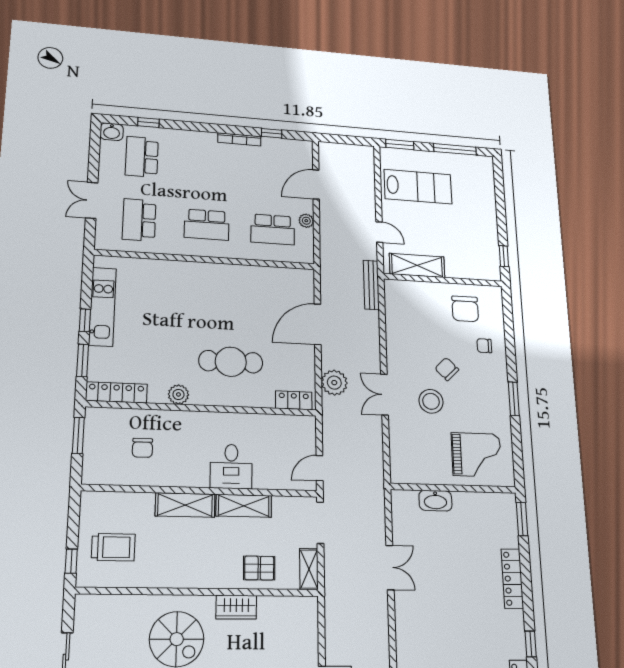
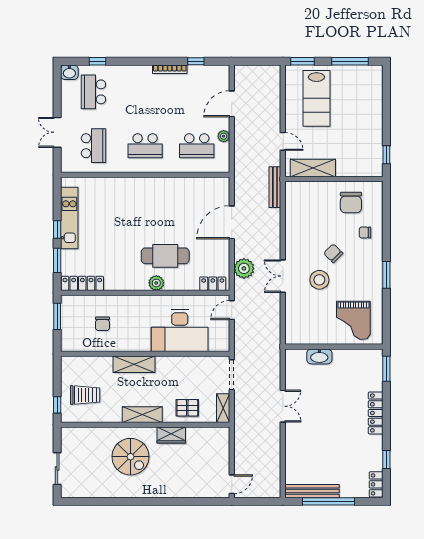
lab bench: (418, 187) -> (316, 98), turned 90
school desk: (139, 220) -> (93, 146), turned 180
plant: (178, 394) -> (156, 283), moved
grand piano: (476, 455) -> (353, 320), turned 90
desk: (231, 466) -> (180, 330), width x1.87, depth x1.30
door: (320, 468) -> (232, 310), moved
shelving: (244, 506) -> (142, 415), moved

